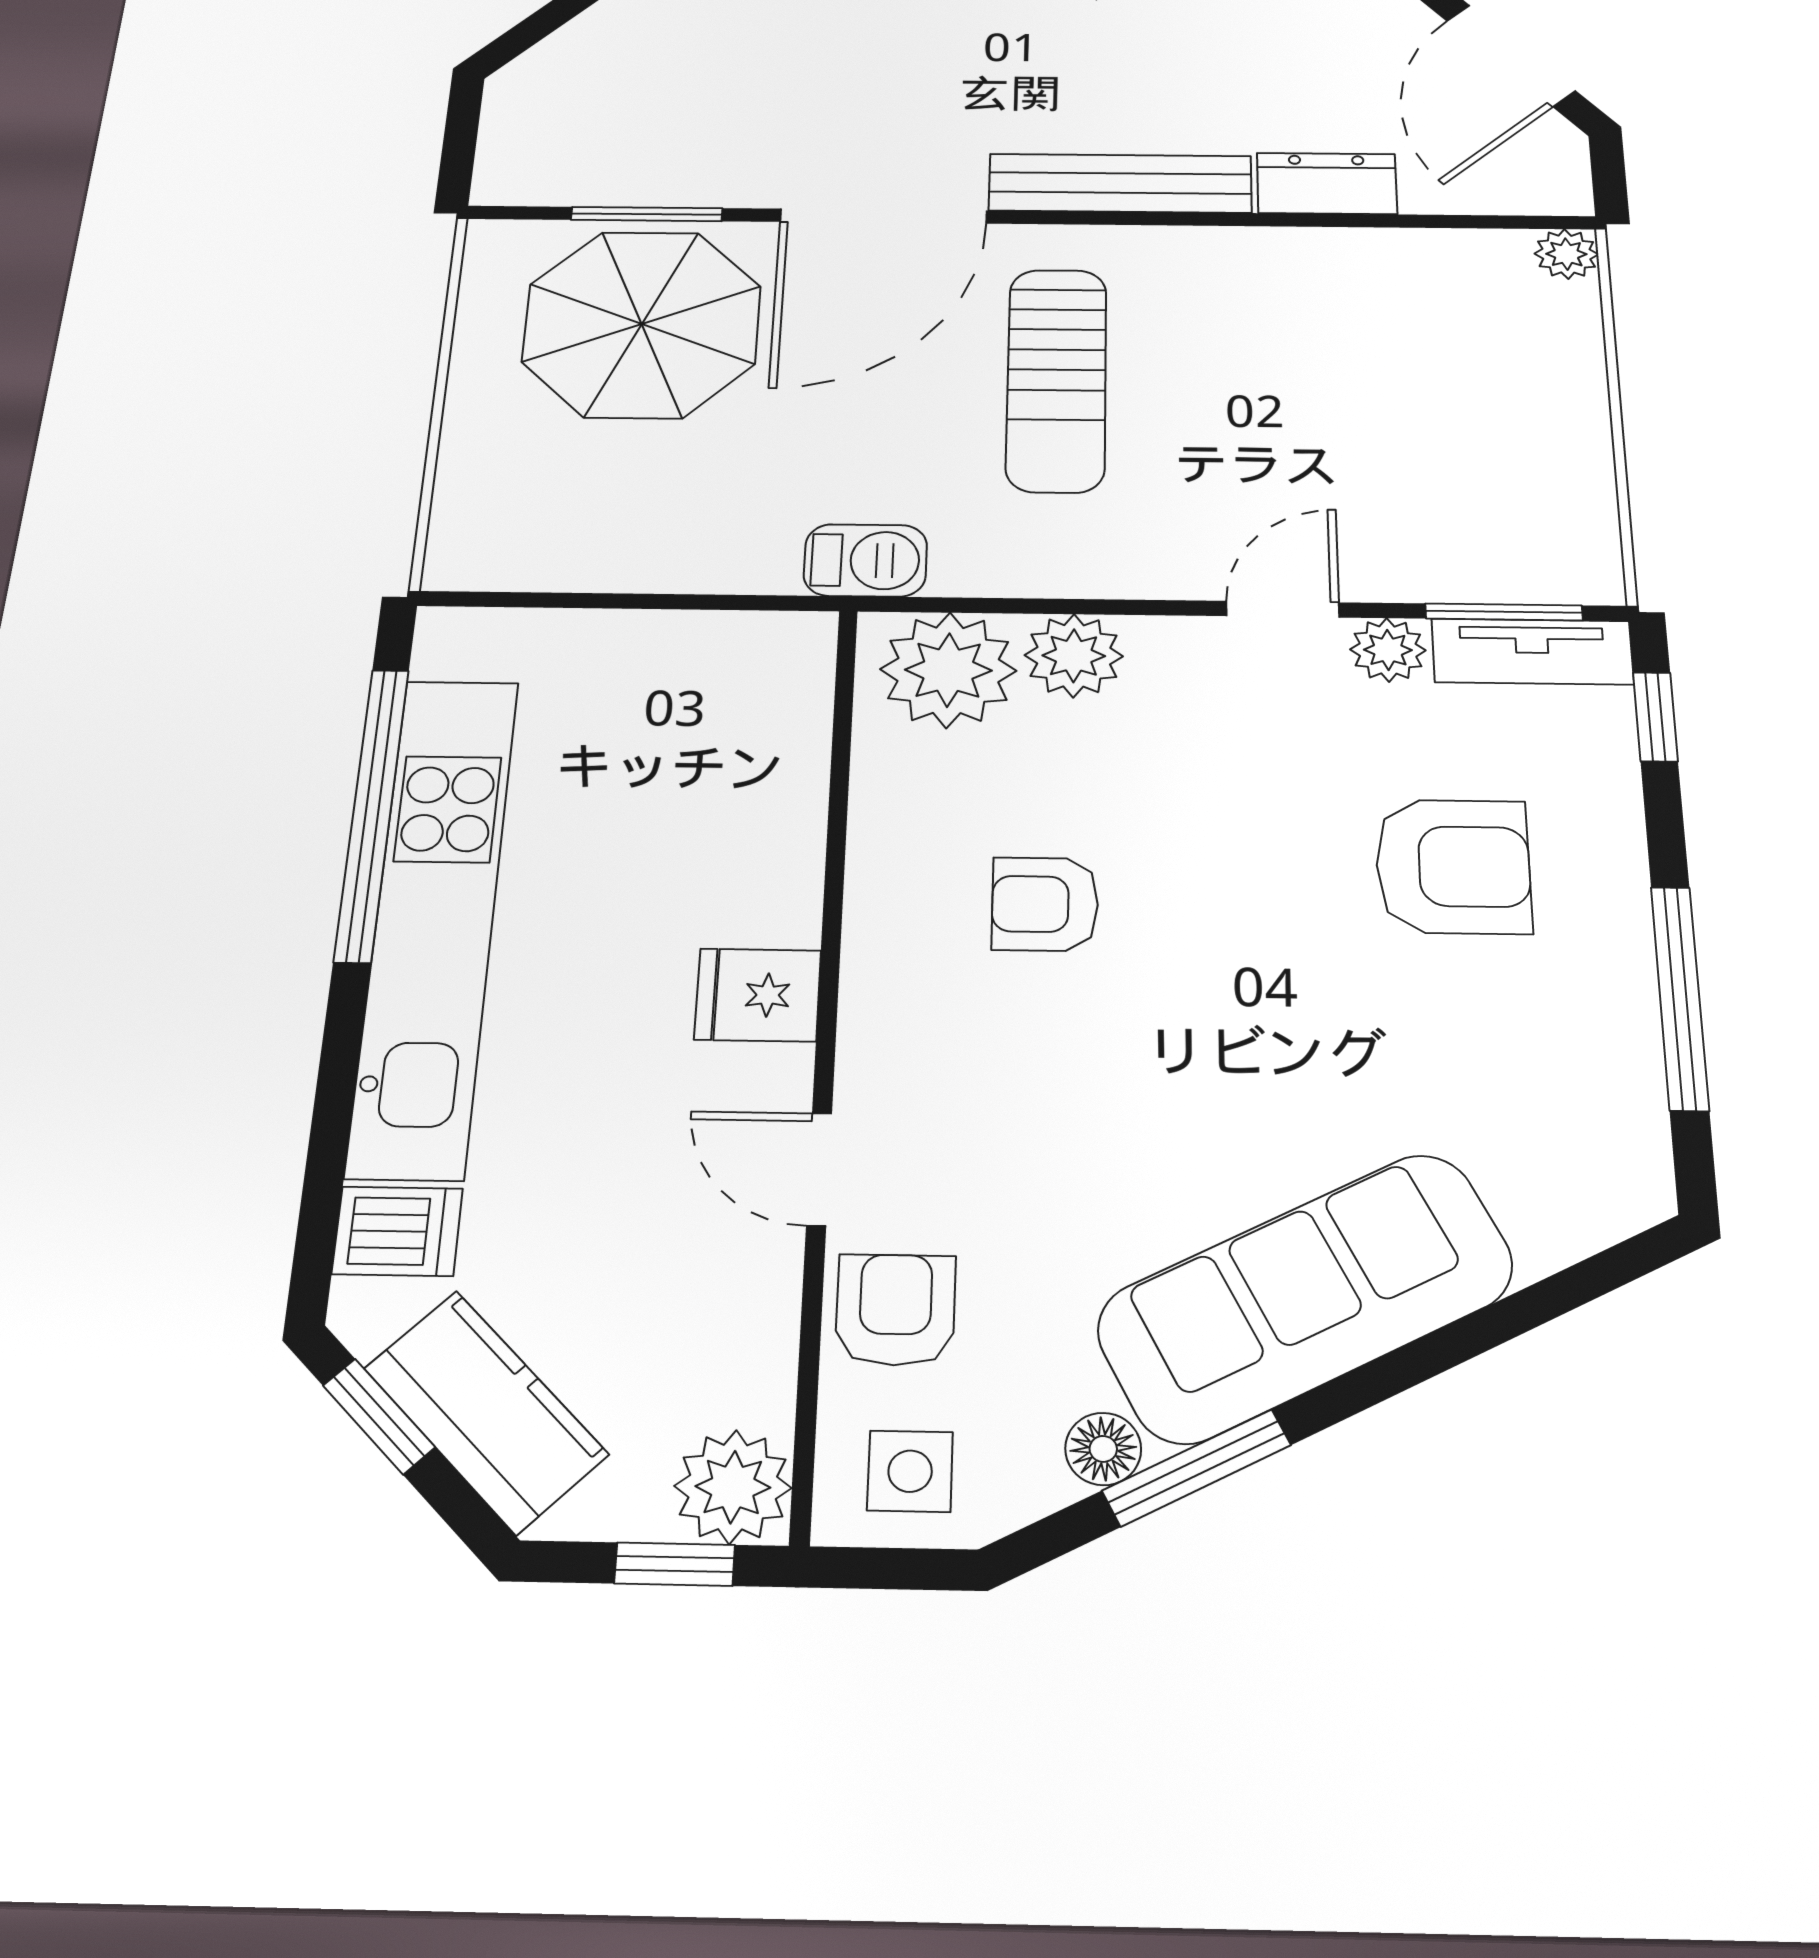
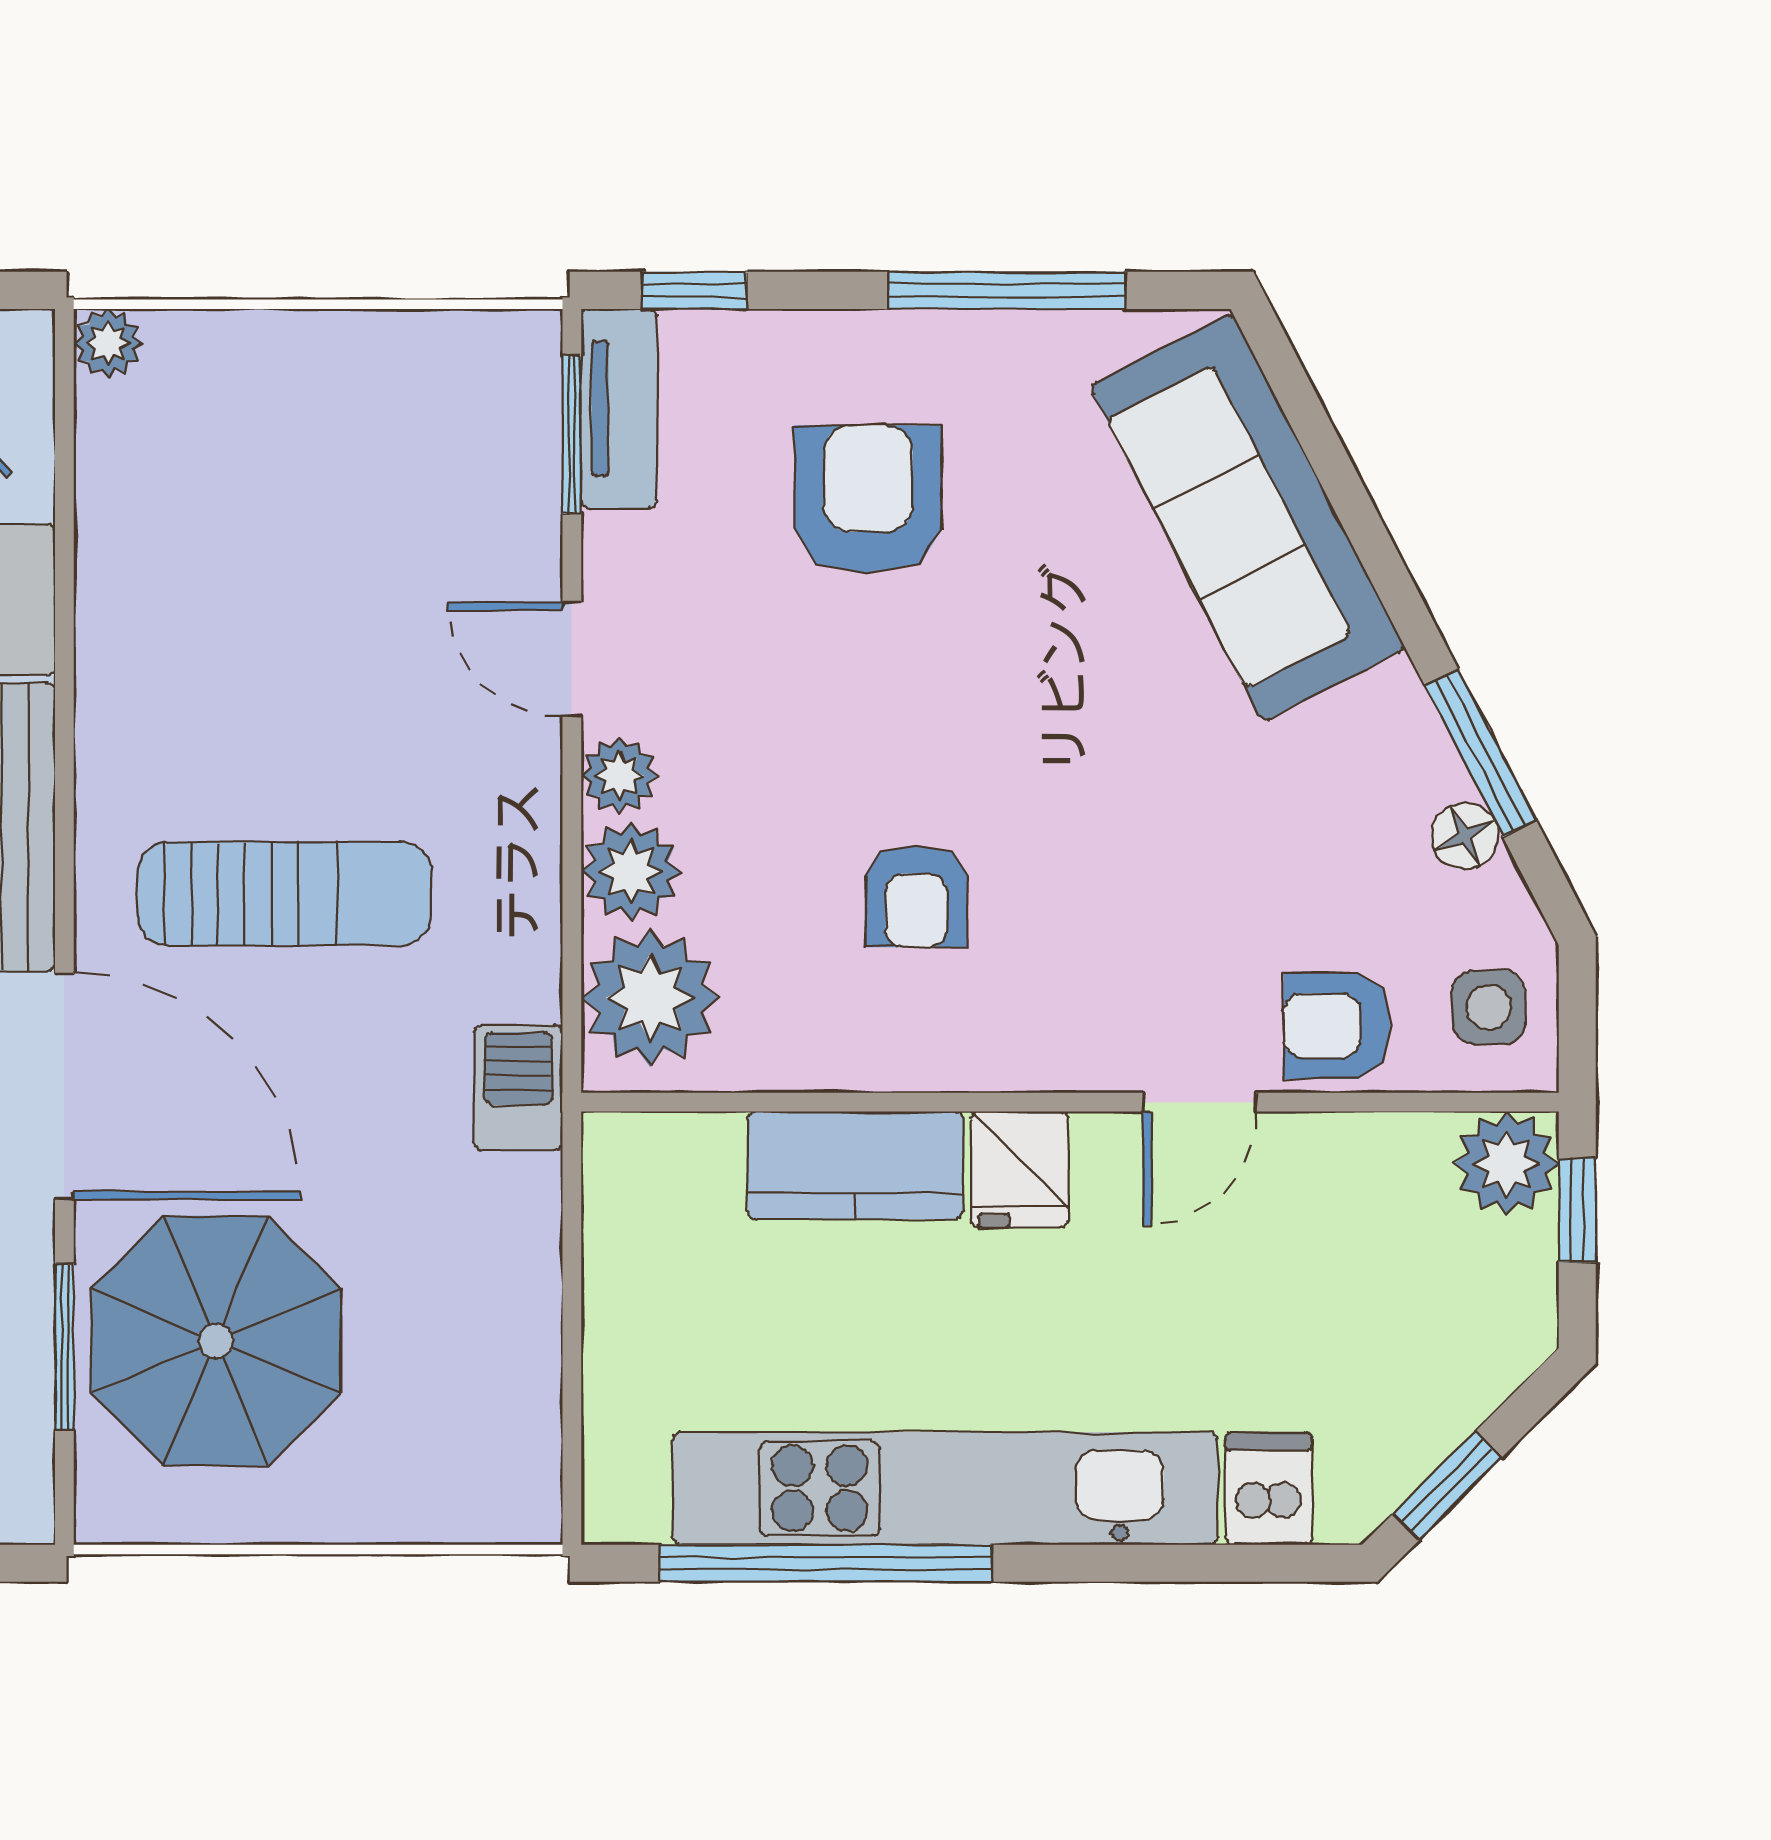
plant: (1388, 650) -> (619, 776), moved
sofa: (1306, 1297) -> (1248, 517), moved
kitchen counter: (486, 1411) -> (856, 1165), moved, turned -135

